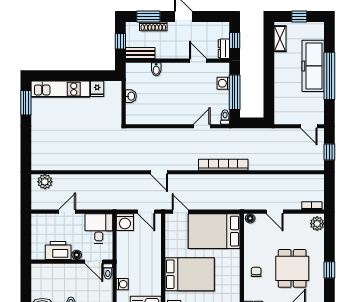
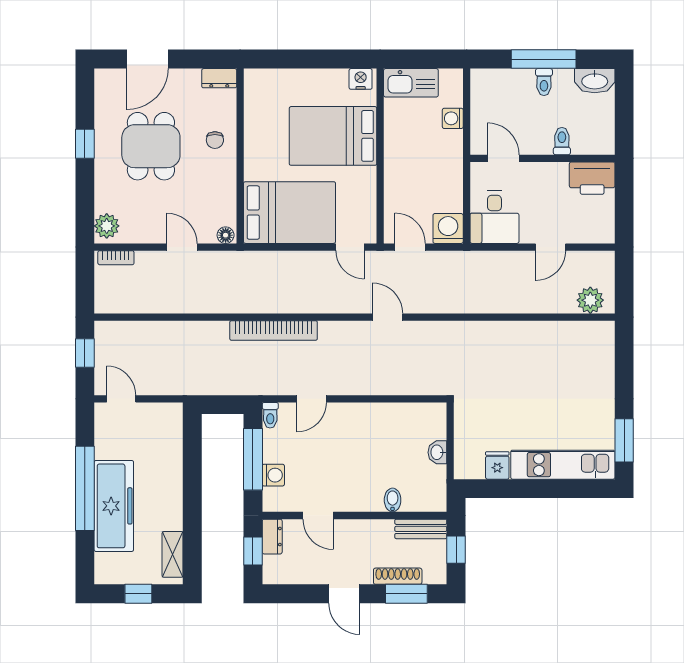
printer: (58, 250) -> (592, 178), moved
floor lamp: (77, 255) -> (534, 170), removed
toilet: (108, 271) -> (562, 141), moved

